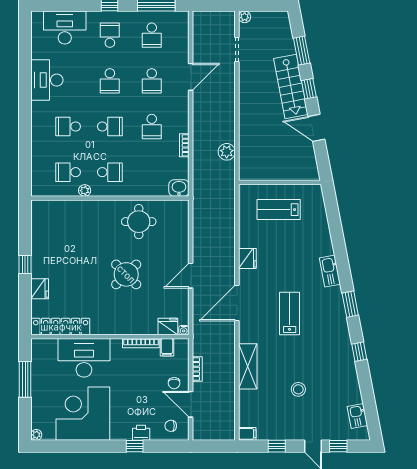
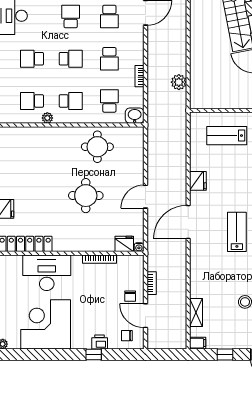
school desk: (110, 81) -> (71, 17), turned 180
school desk: (152, 172) -> (109, 101), added
round table: (126, 274) -> (86, 196), turned 45
filing cabinet: (167, 347) -> (124, 263), removed
shelving: (248, 366) -> (196, 312), moved, width x0.67, depth x0.75

